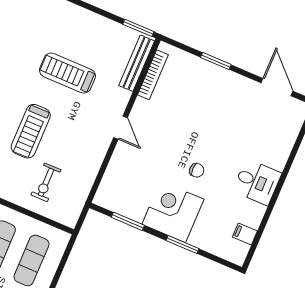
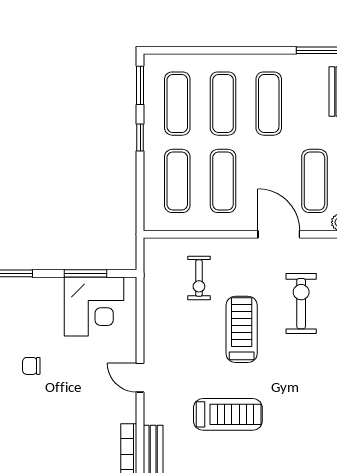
exercise bike: (46, 182) -> (199, 278), turned 180
corner desk: (173, 212) -> (94, 307), moved

